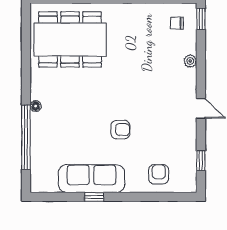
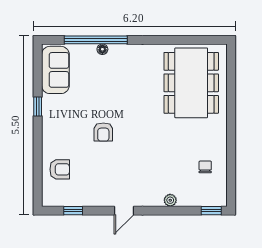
chair: (177, 23) -> (205, 167), moved
floor lamp: (36, 106) -> (102, 49), moved
sofa: (91, 179) -> (55, 70), moved, width x0.73

